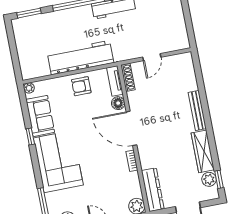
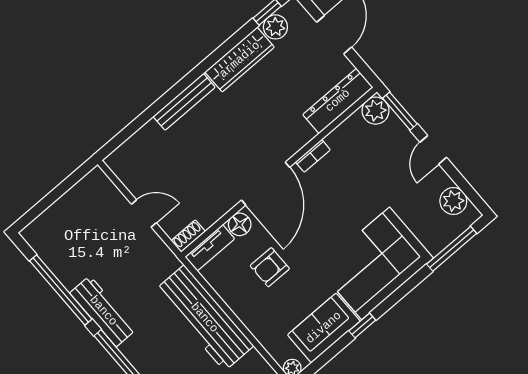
shoe rack: (128, 77) -> (188, 236), width x0.70
armchair: (81, 86) -> (270, 267), moved, turned 90

